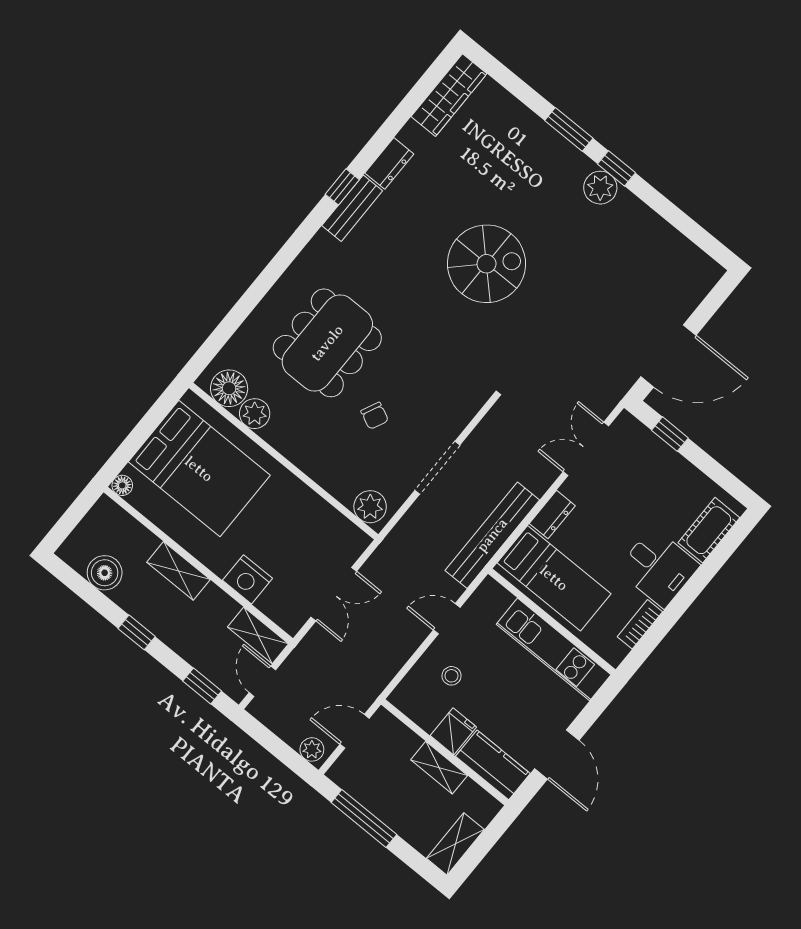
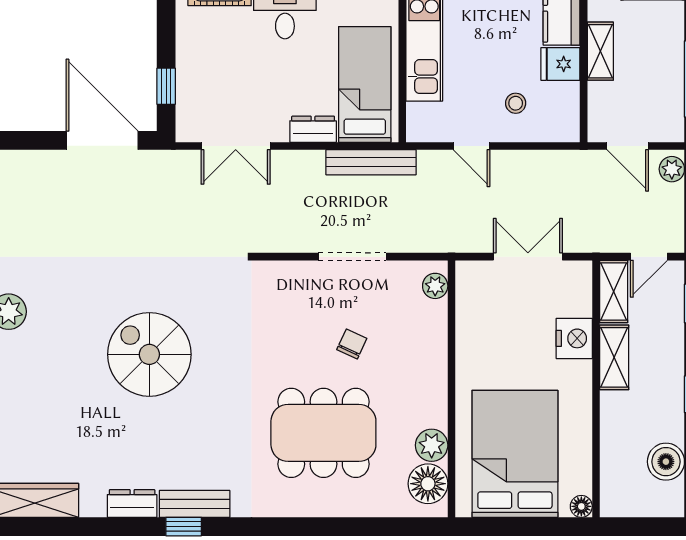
plant: (370, 507) -> (435, 286), width x0.73, depth x0.73
bench: (492, 535) -> (371, 162), width x0.73, depth x0.82
shelving: (178, 571) -> (614, 357), moved

